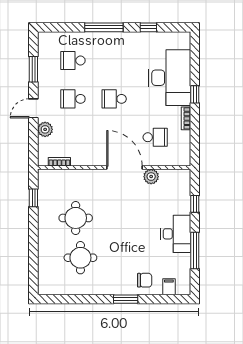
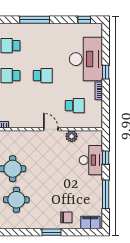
window: (148, 27) -> (84, 20), moved
school desk: (114, 99) -> (43, 76), turned 180
door: (125, 168) -> (51, 129), width x0.53
desk: (176, 234) -> (91, 160), moved
filing cabinet: (169, 287) -> (90, 222), width x2.00

